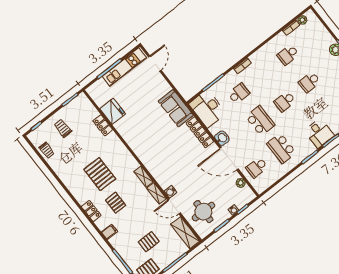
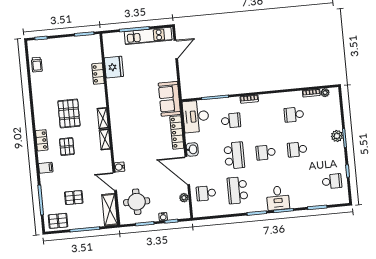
trolley: (63, 128) -> (63, 54), removed
shelving: (157, 193) -> (103, 118), moved

